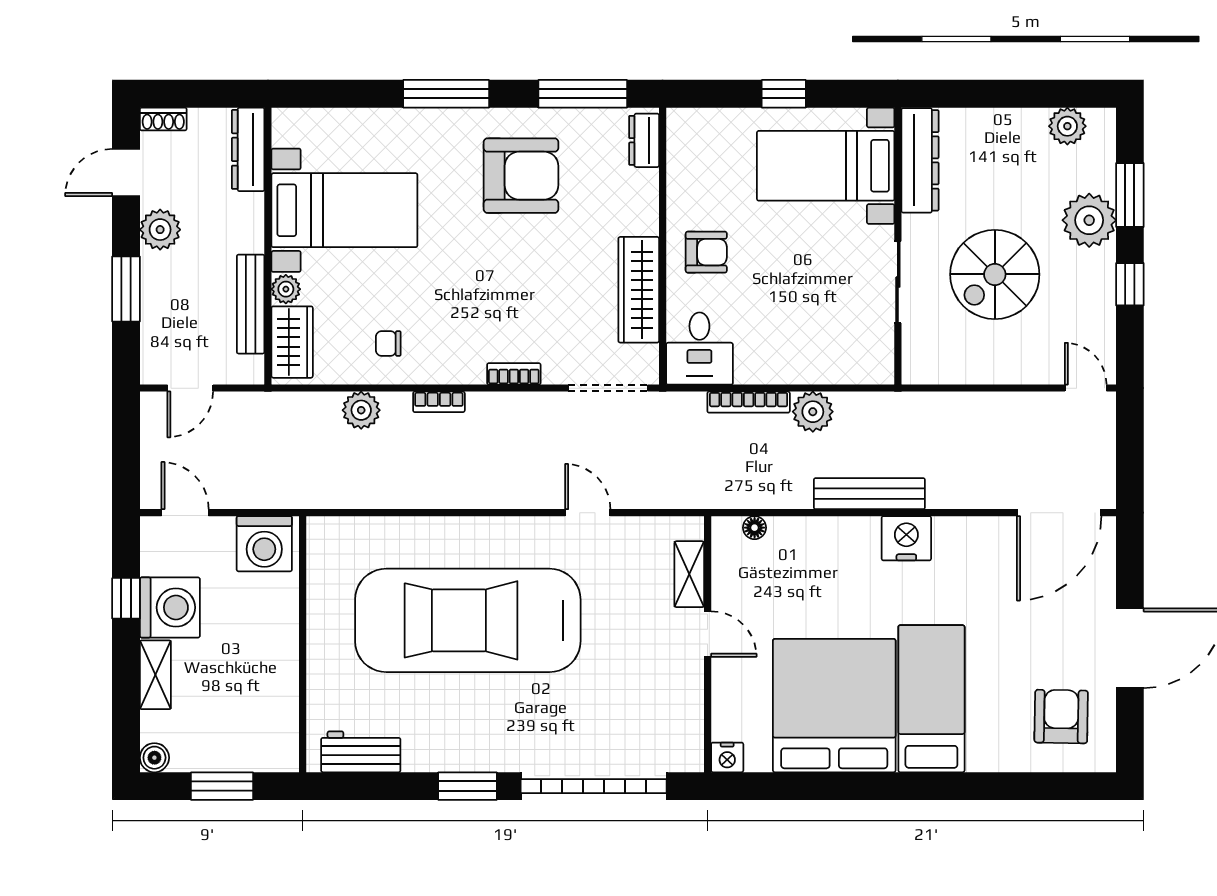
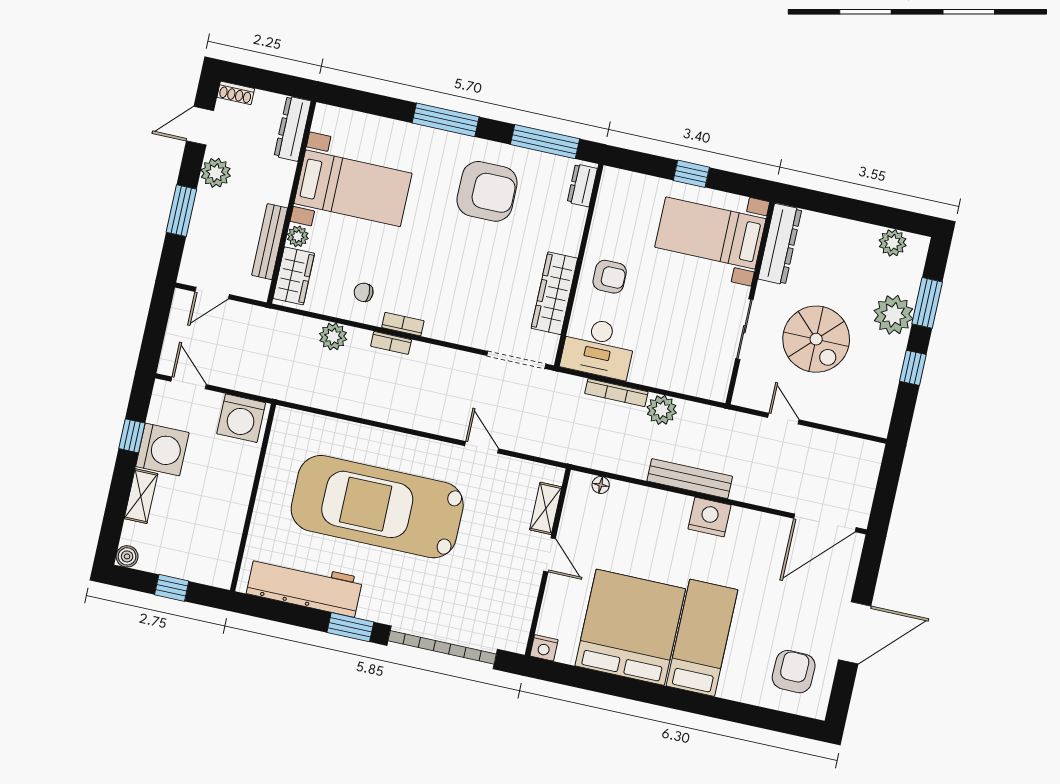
spiral stairs: (995, 274) -> (816, 339), turned -90
desk: (699, 349) -> (598, 348), width x1.37
bookcase: (514, 374) -> (403, 324), moved
door: (1086, 388) -> (783, 419), moved
workbench: (361, 752) -> (305, 586), width x1.88, depth x1.32
window: (222, 786) -> (172, 588), width x0.67

